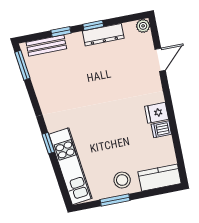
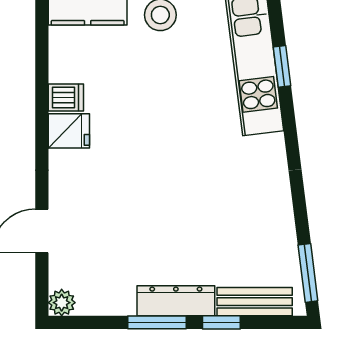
window: (93, 25) -> (157, 322), width x1.50
dresser: (103, 35) -> (176, 301), moved
window: (48, 143) -> (282, 66), moved

